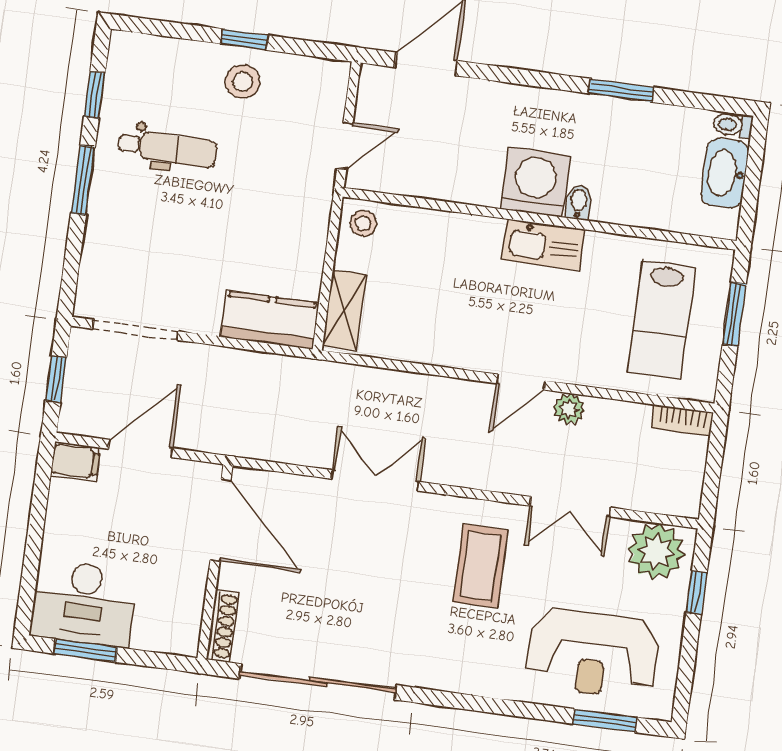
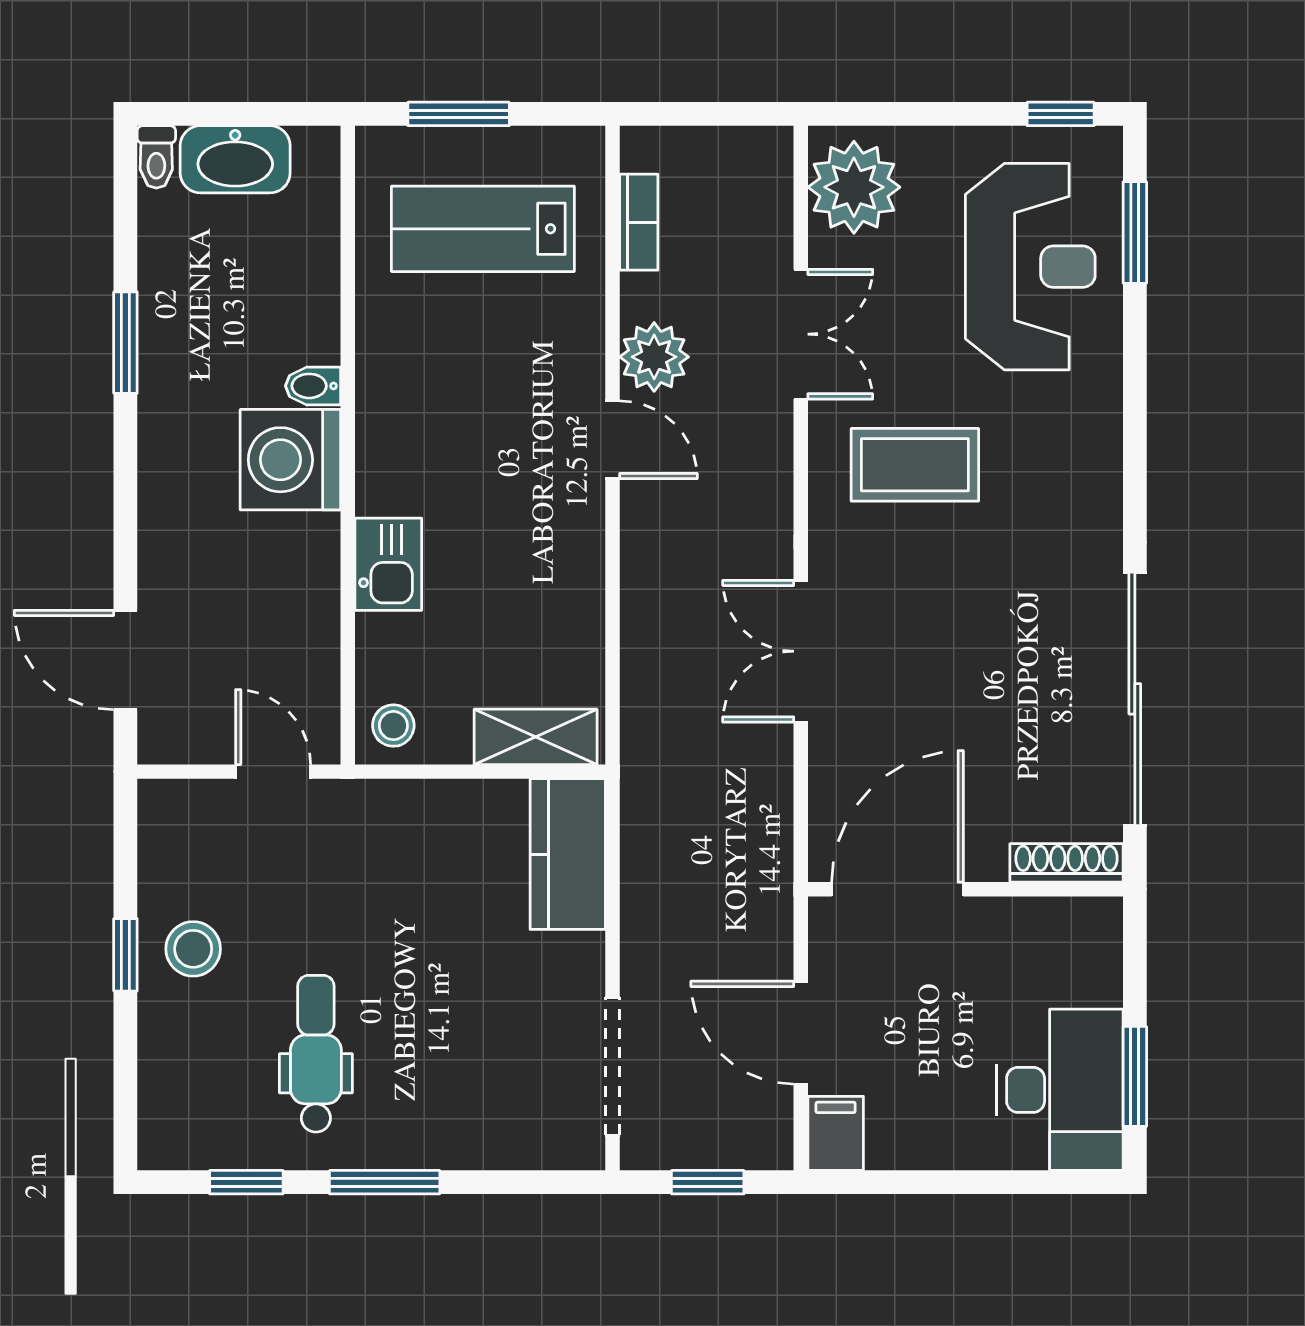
kitchen sink: (543, 245) -> (388, 564), moved, width x0.73
lab bench: (661, 320) -> (483, 229), turned 180
plant: (569, 409) -> (654, 357), width x1.38, depth x1.38
bookcase: (682, 420) -> (639, 222), moved
window: (697, 592) -> (1061, 114), moved

